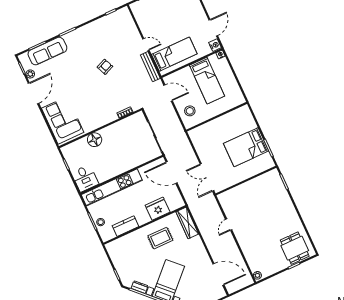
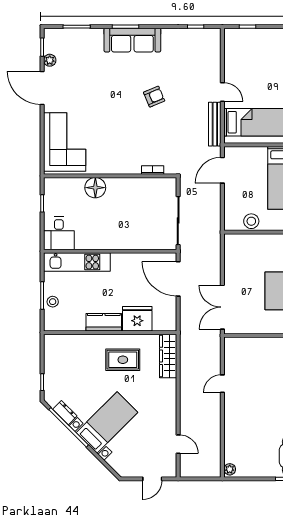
sofa: (47, 51) -> (132, 40), moved
door: (33, 93) -> (42, 88), swing flipped
door: (168, 93) -> (222, 170), swing flipped
stool: (190, 111) -> (251, 221), moved
kitchen unit: (112, 187) -> (77, 262), width x0.73
kitchen counter: (125, 226) -> (104, 322), moved
door: (218, 274) -> (178, 444), width x0.53

